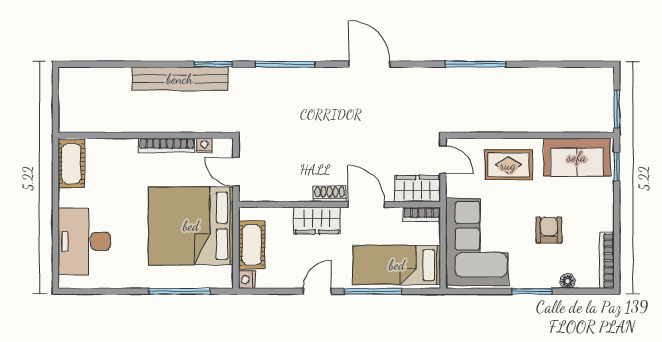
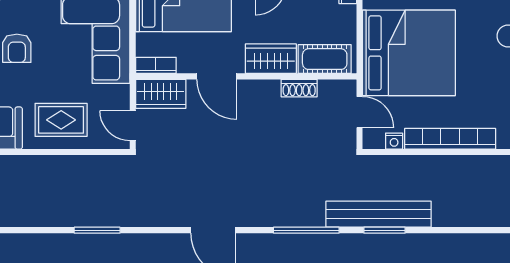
window: (476, 64) -> (97, 230), width x0.69
bench: (180, 79) -> (378, 214), moved
bookcase: (167, 145) -> (450, 139), width x1.48, depth x1.31
shoe rack: (330, 194) -> (299, 88), moved
cot: (252, 245) -> (325, 59), moved, turned 90

